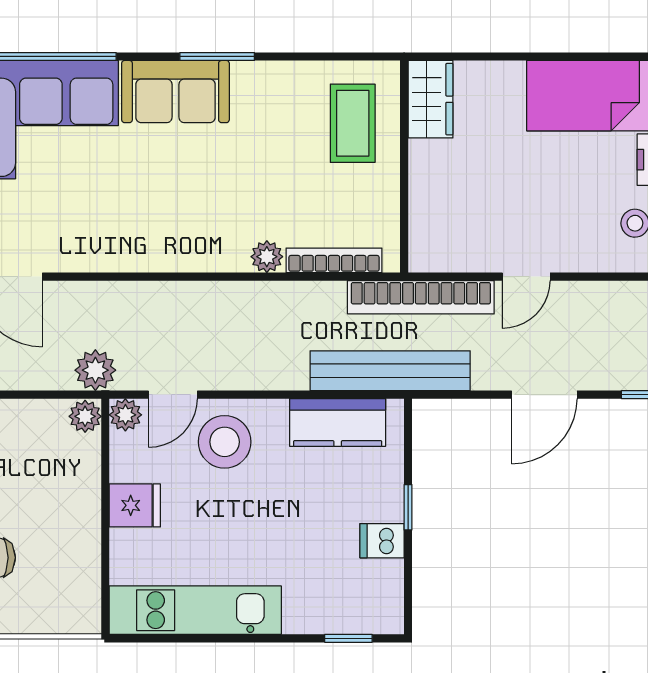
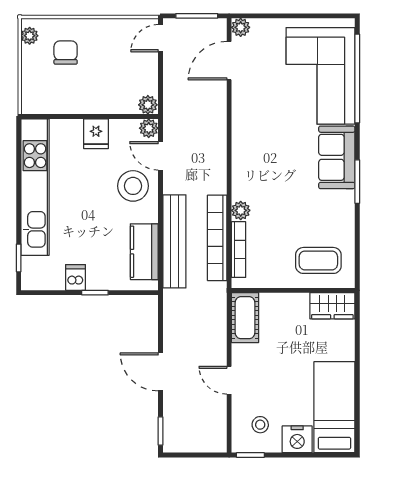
cot: (451, 249) -> (245, 318), added
door: (526, 277) -> (229, 380), moved
bookcase: (421, 297) -> (217, 238), moved
plant: (95, 370) -> (175, 111), removed
bench: (390, 371) -> (174, 241), moved
kitchen unit: (195, 610) -> (35, 187), width x1.36

